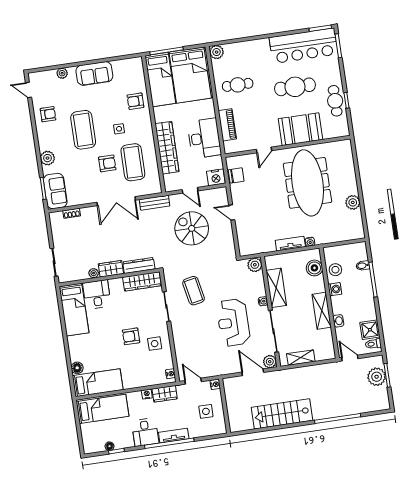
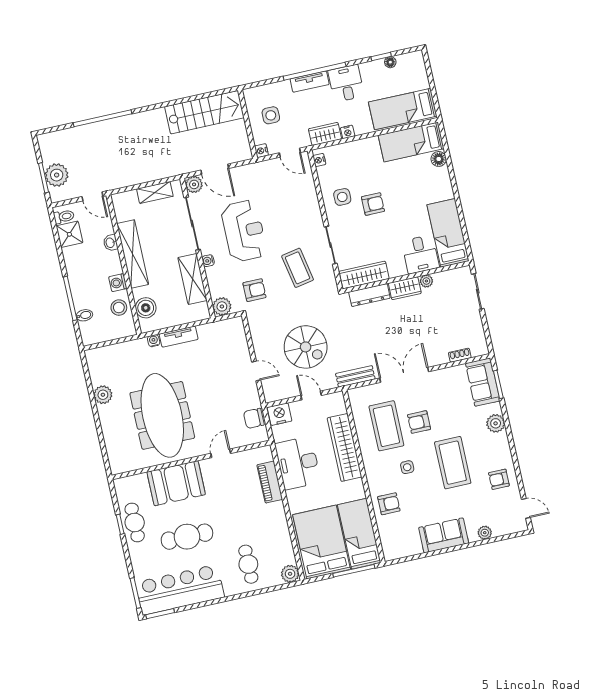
cafe table: (238, 85) -> (248, 564), moved, turned 90
armchair: (228, 276) -> (254, 290), added
shelving: (322, 311) -> (133, 254), width x1.47
stairs: (282, 414) -> (204, 112), moved

